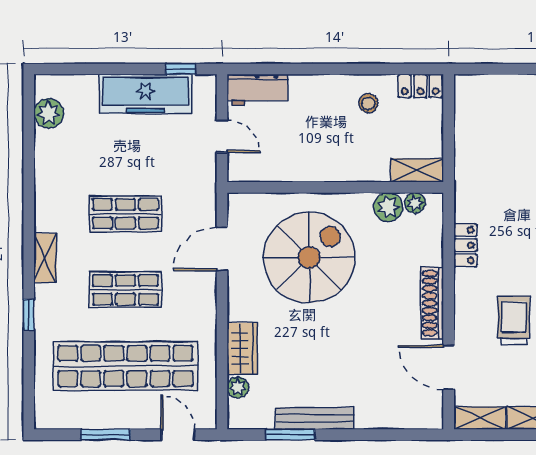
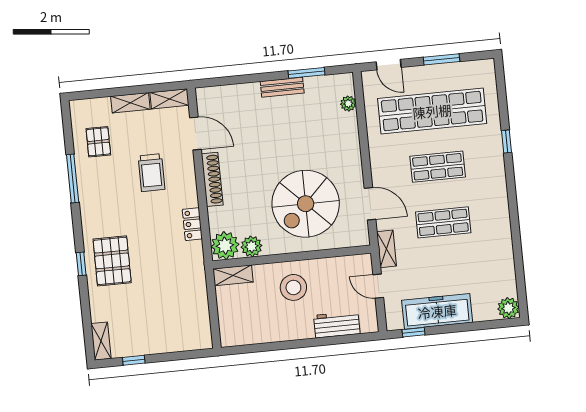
locker: (420, 86) -> (237, 337), removed
workbench: (257, 90) -> (337, 325), moved
stool: (368, 103) -> (293, 287), moved, width x1.89, depth x1.89
plant: (49, 113) -> (508, 308), moved
plant: (415, 203) -> (225, 246), width x1.88, depth x1.88
door: (222, 249) -> (370, 204), hinge flipped
shelving: (45, 258) -> (387, 249), moved
wardrobe: (242, 349) -> (348, 132), removed
bench: (315, 418) -> (282, 87), width x0.73

